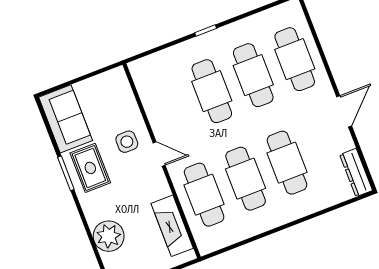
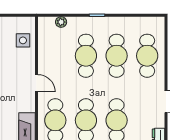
plant: (161, 58) -> (61, 22), added
side table: (127, 142) -> (23, 40), moved

